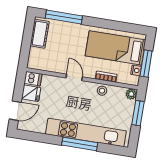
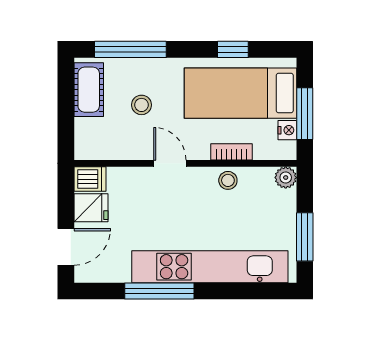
window: (115, 25) -> (233, 49), added
stool: (65, 46) -> (141, 105), added
window: (138, 113) -> (305, 237), moved
window: (80, 144) -> (159, 291), moved

